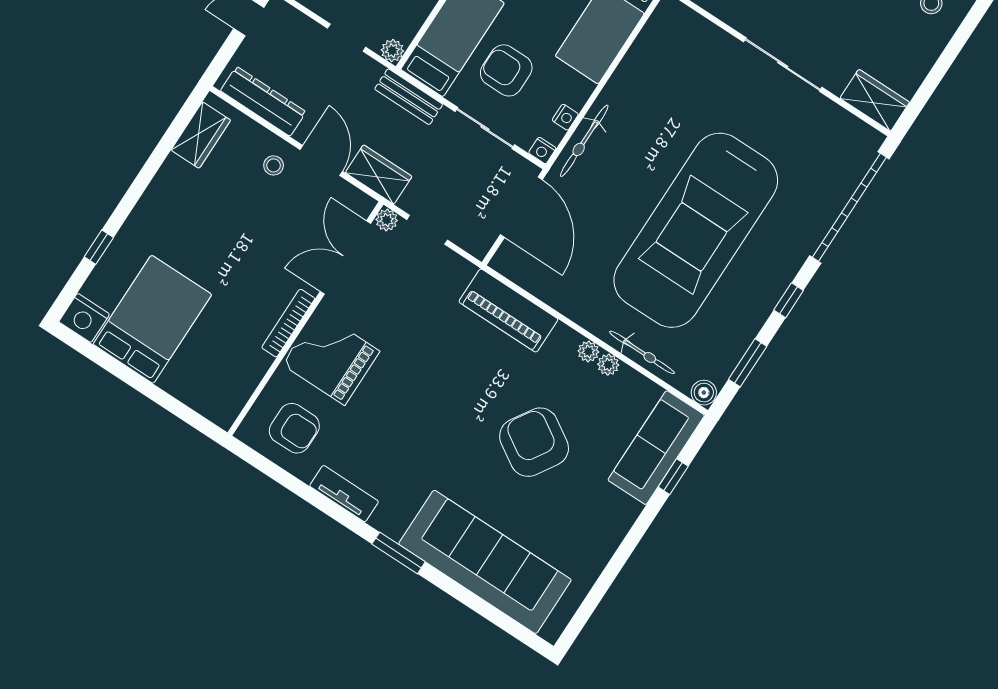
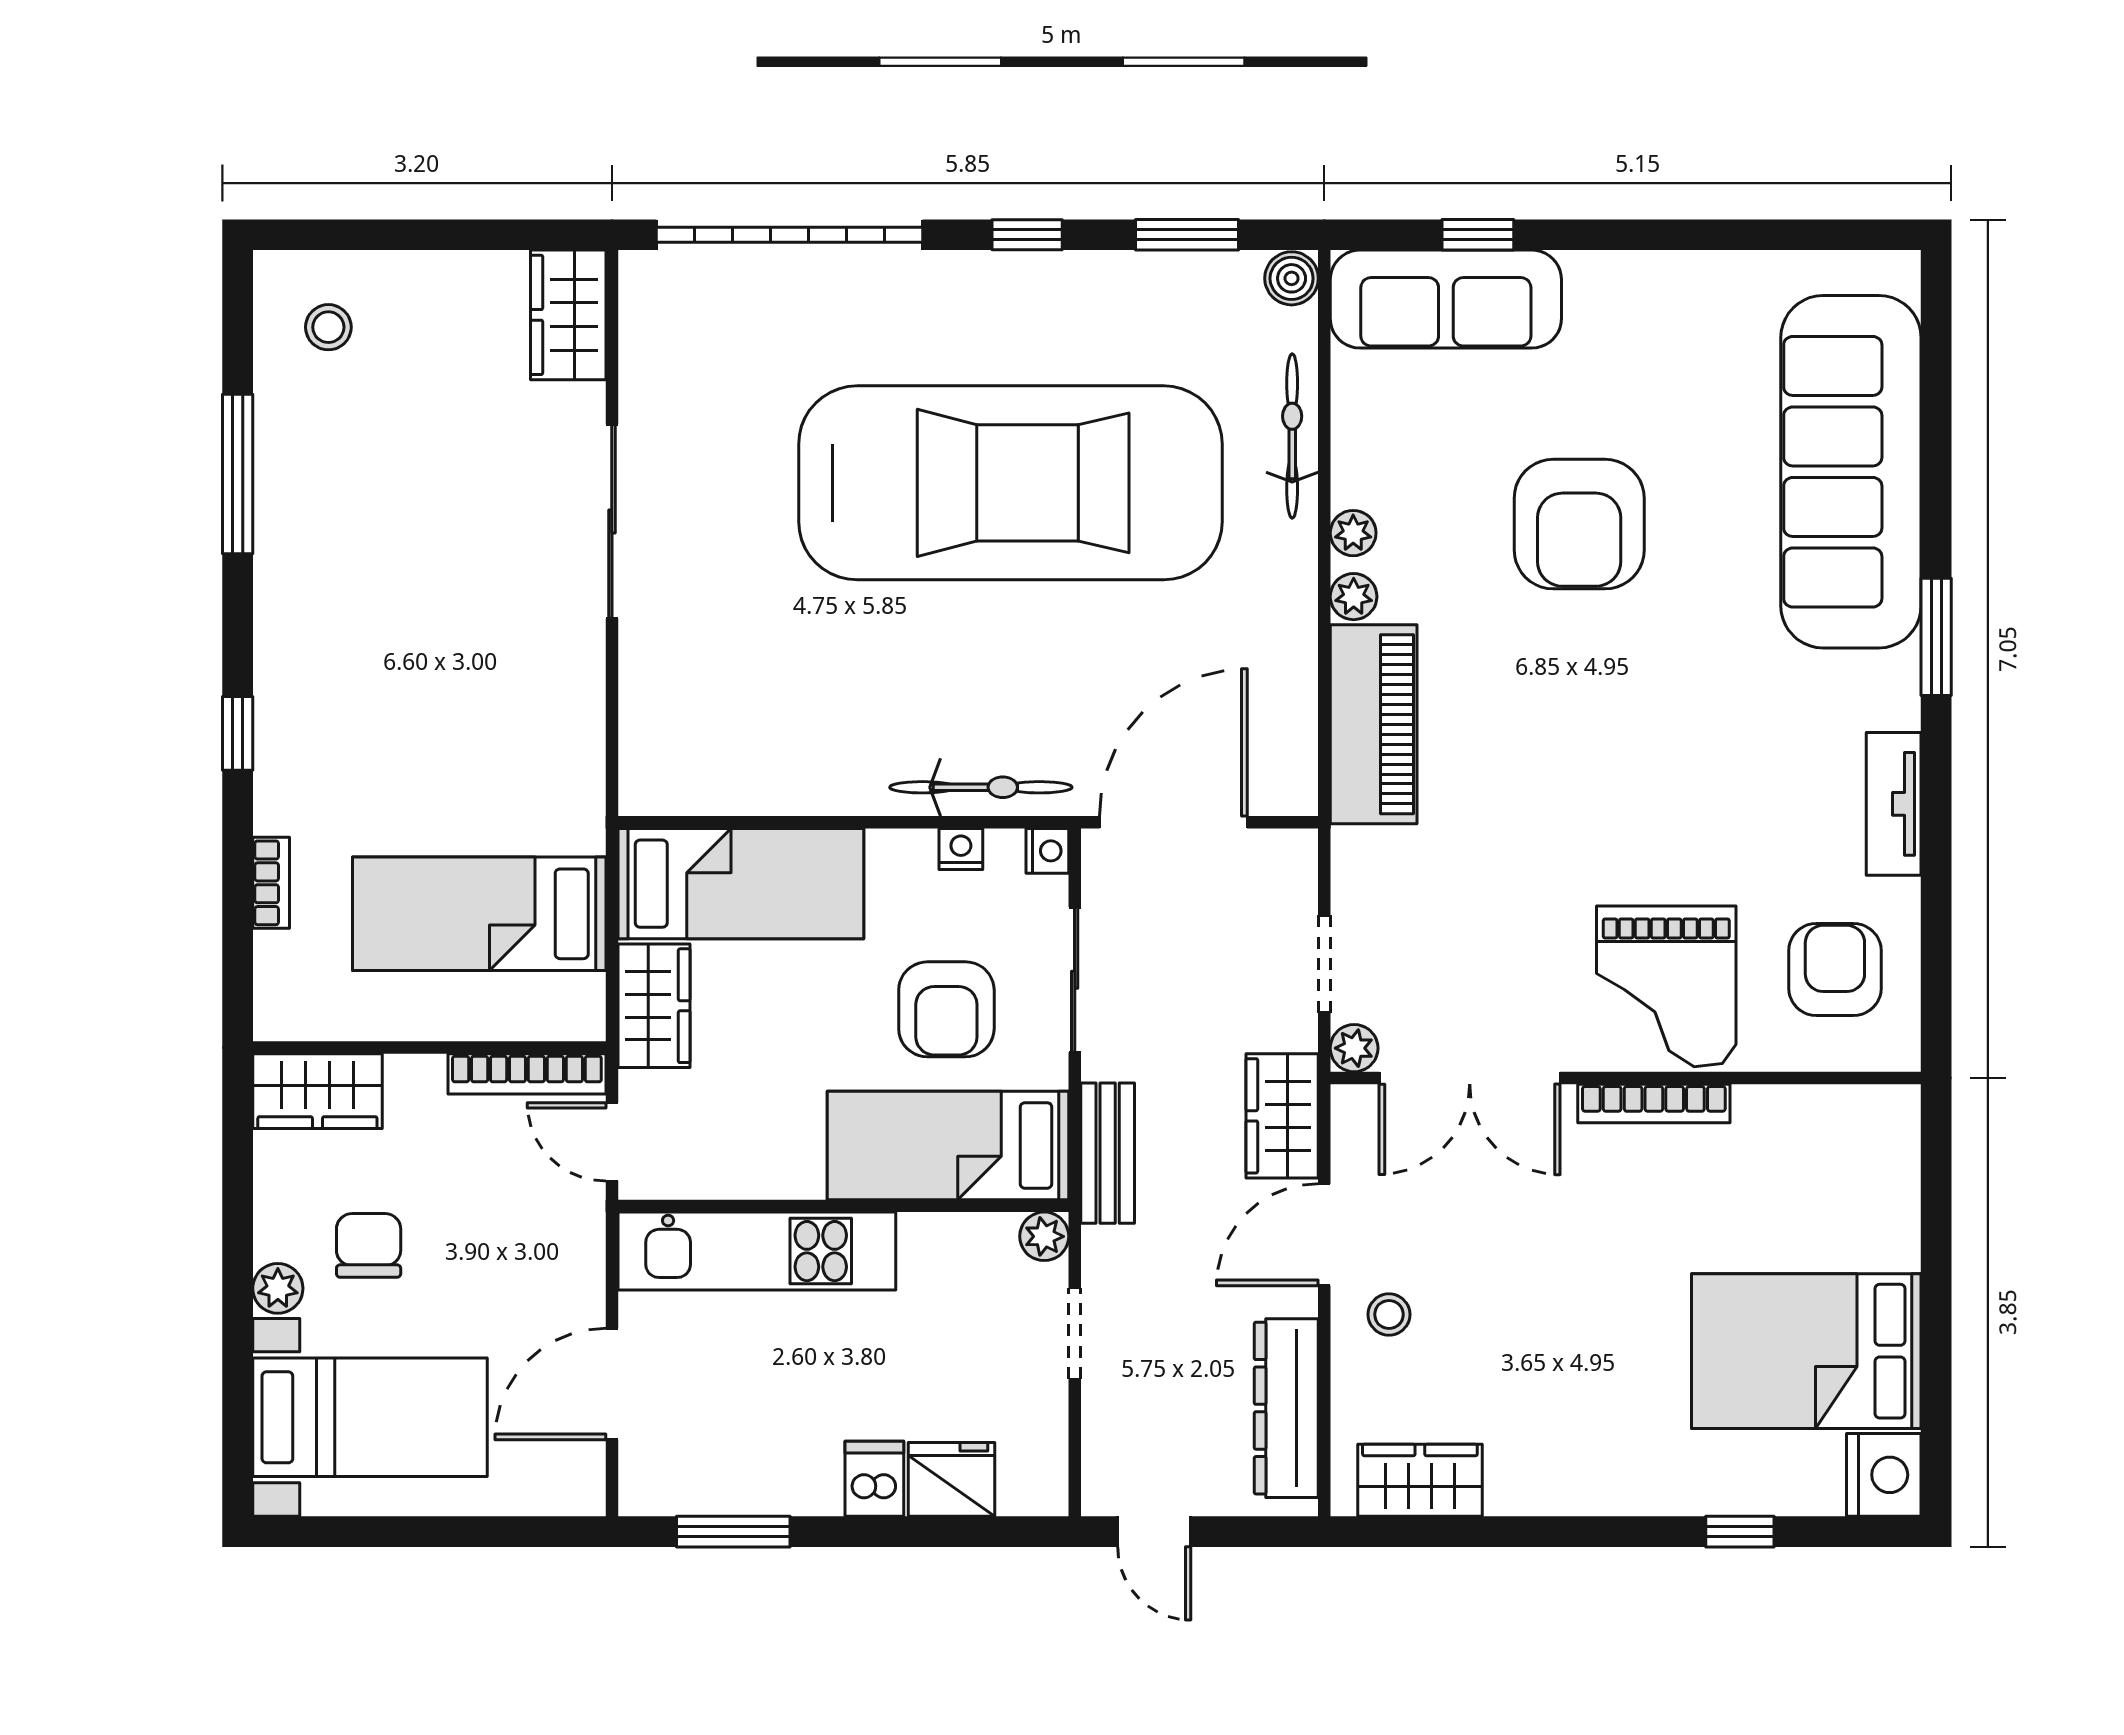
plant: (608, 365) -> (1354, 597), moved
armchair: (534, 442) -> (1579, 524), turned -32

